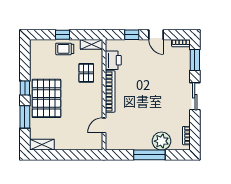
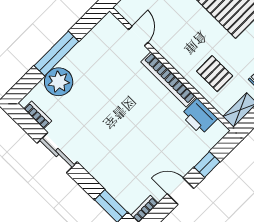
sliding door: (195, 96) -> (57, 153), moved

